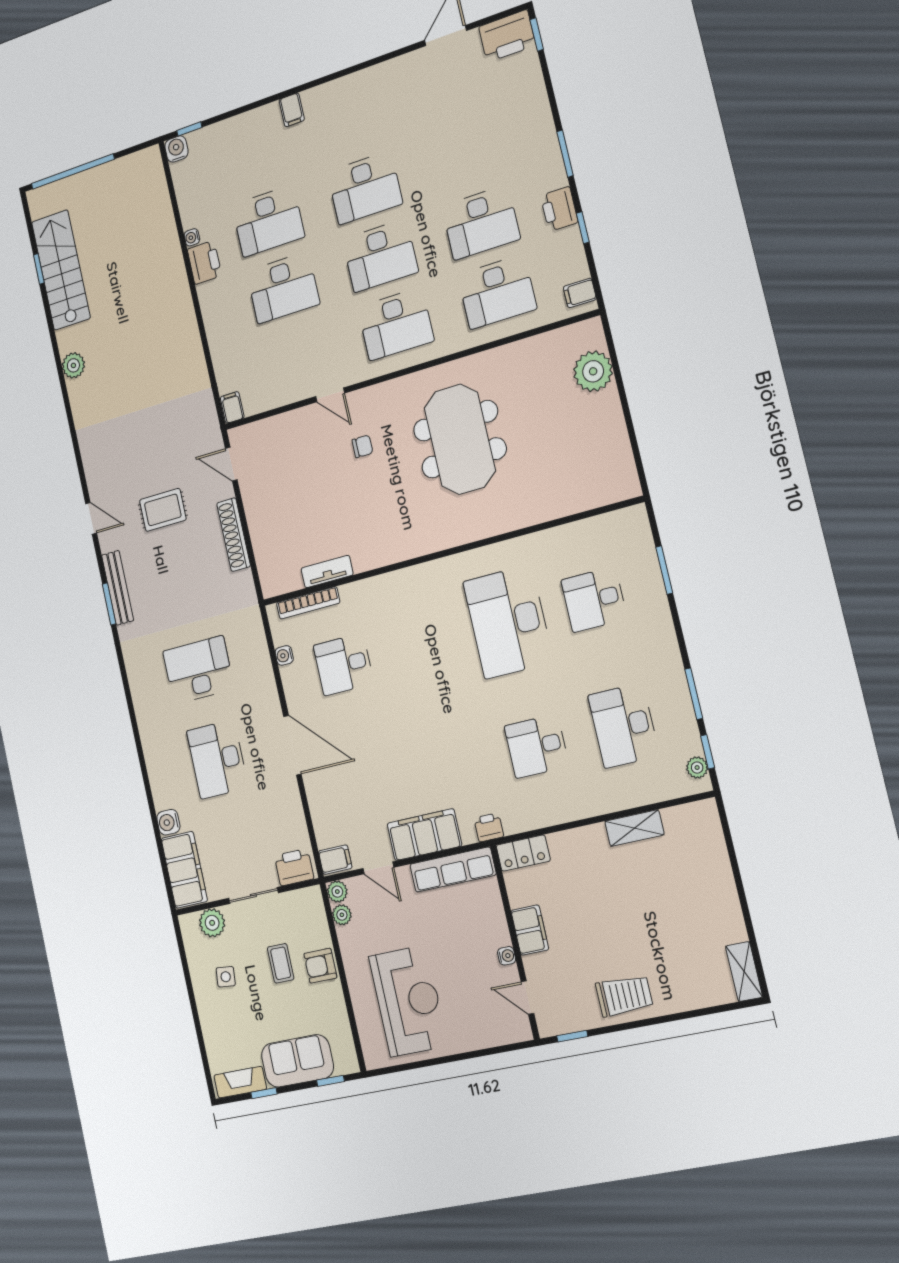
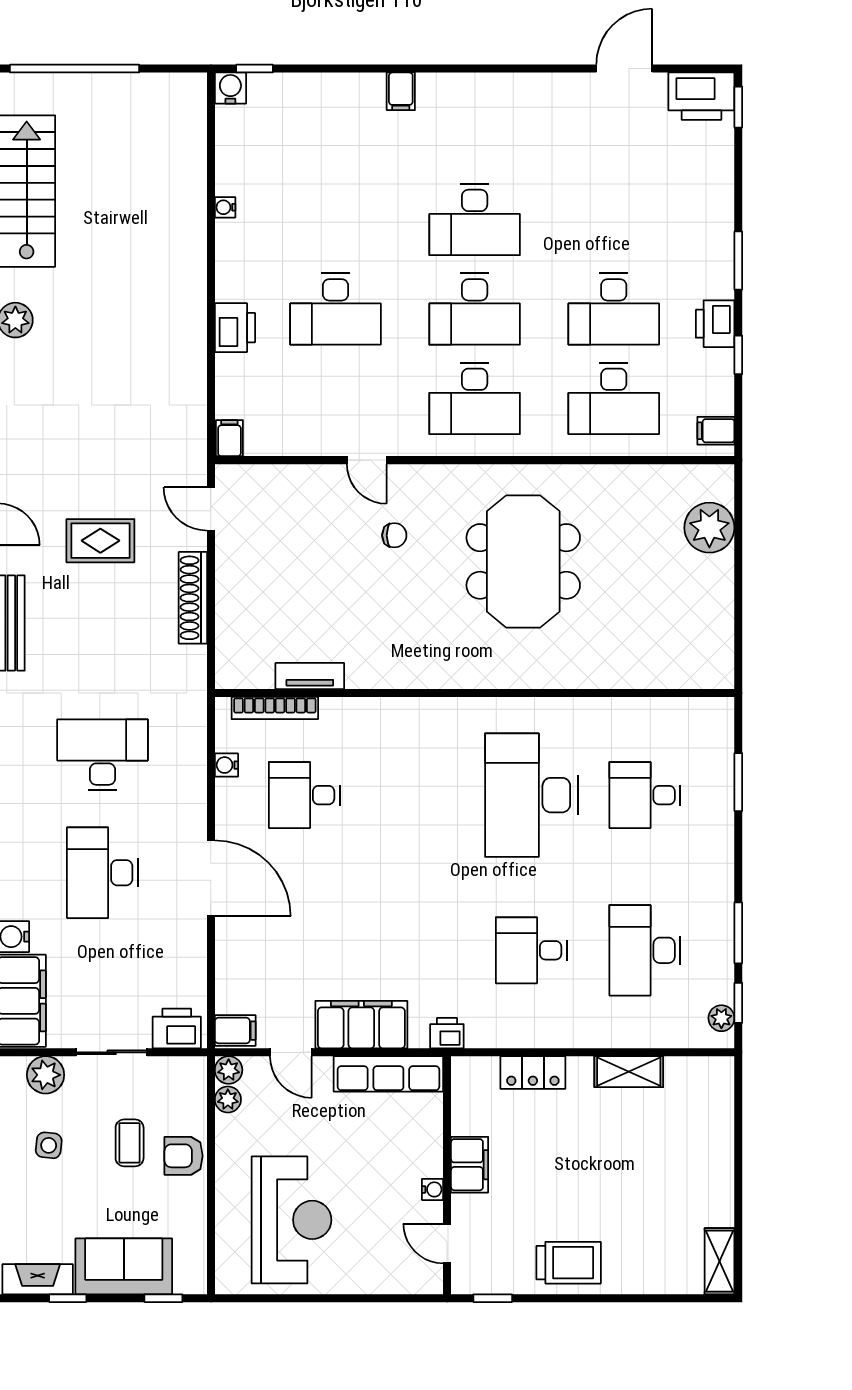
desk: (268, 221) -> (335, 220), removed
printer: (205, 262) -> (235, 328), moved
locker: (523, 853) -> (533, 1073), moved

